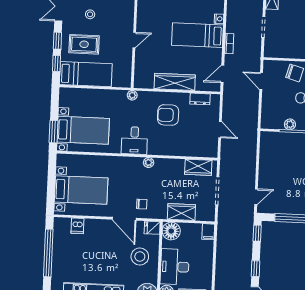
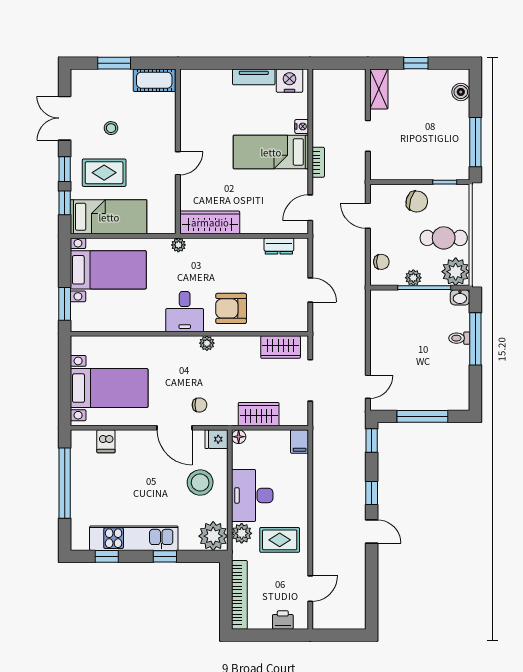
wardrobe: (175, 82) -> (210, 222), moved
chair: (269, 113) -> (381, 262), added
armchair: (168, 115) -> (231, 308), moved
bed with nightstands: (83, 130) -> (108, 270), moved
floor lamp: (171, 231) -> (239, 437), width x0.53, depth x0.53

